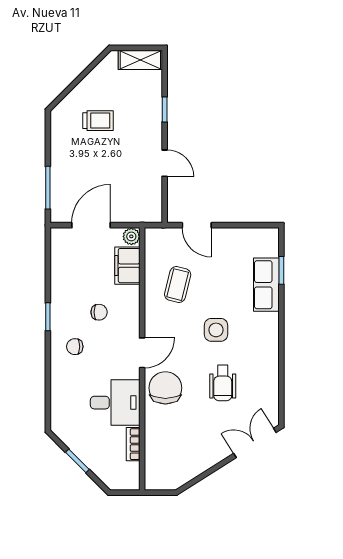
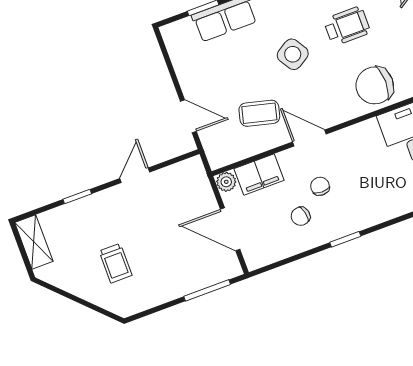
trolley: (98, 121) -> (115, 263), turned 180
door: (197, 225) -> (188, 116), hinge flipped
side table: (216, 330) -> (293, 54), turned -32
chair: (75, 347) -> (301, 216), moved, turned 77
door: (142, 353) -> (309, 138), moved

